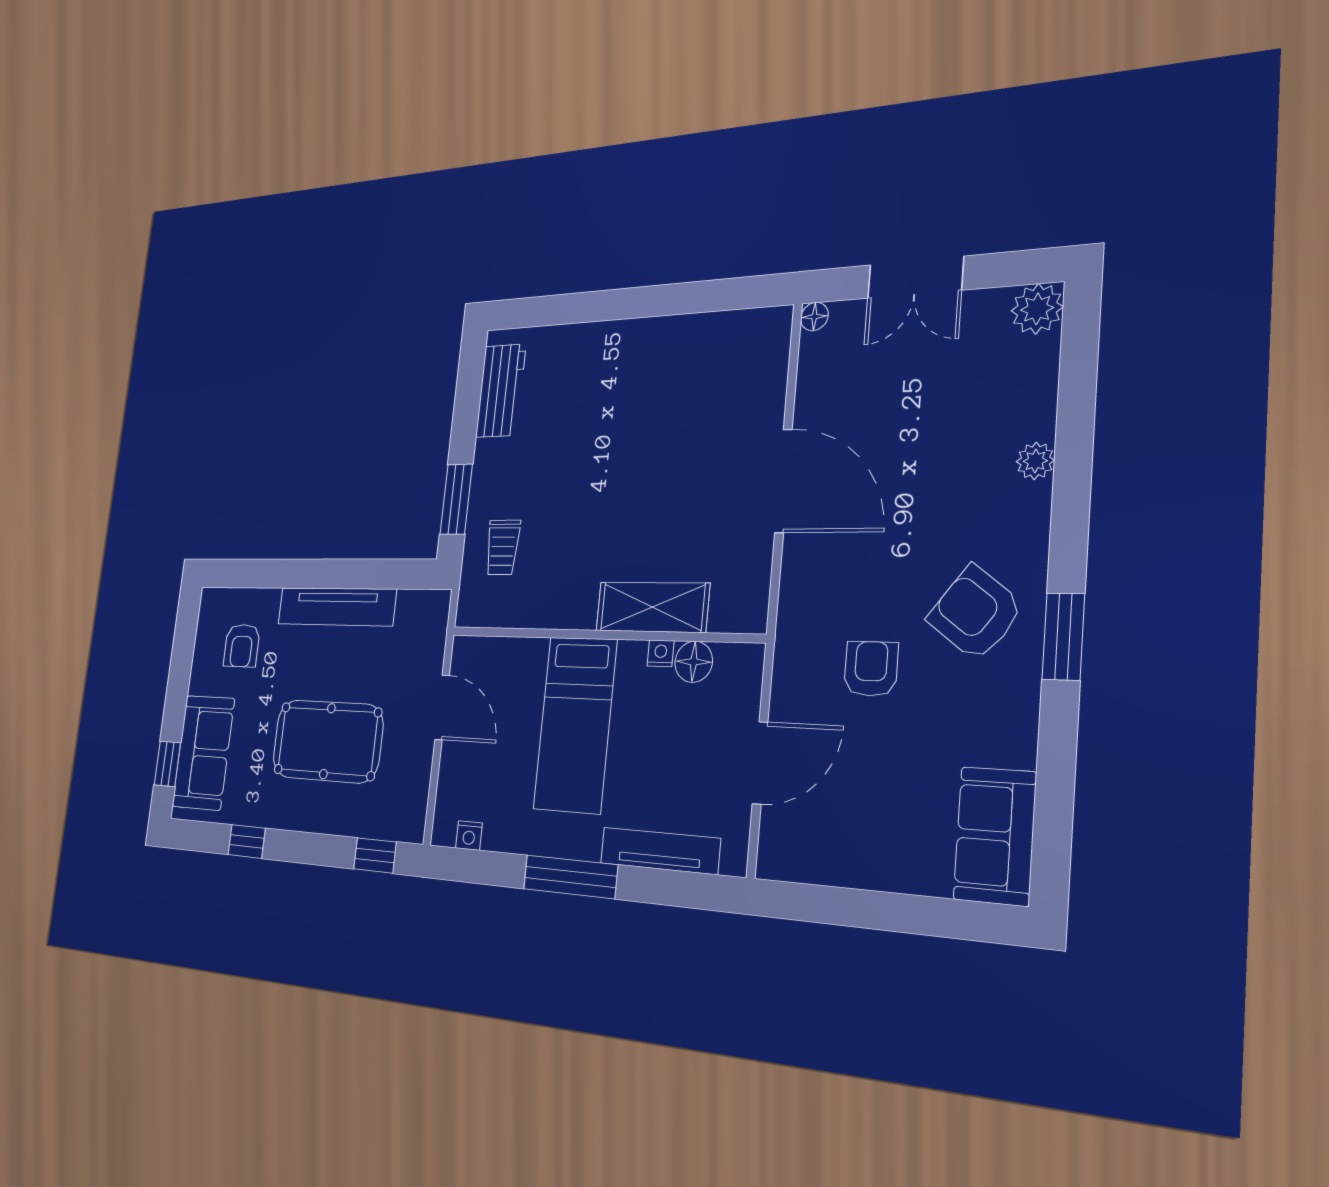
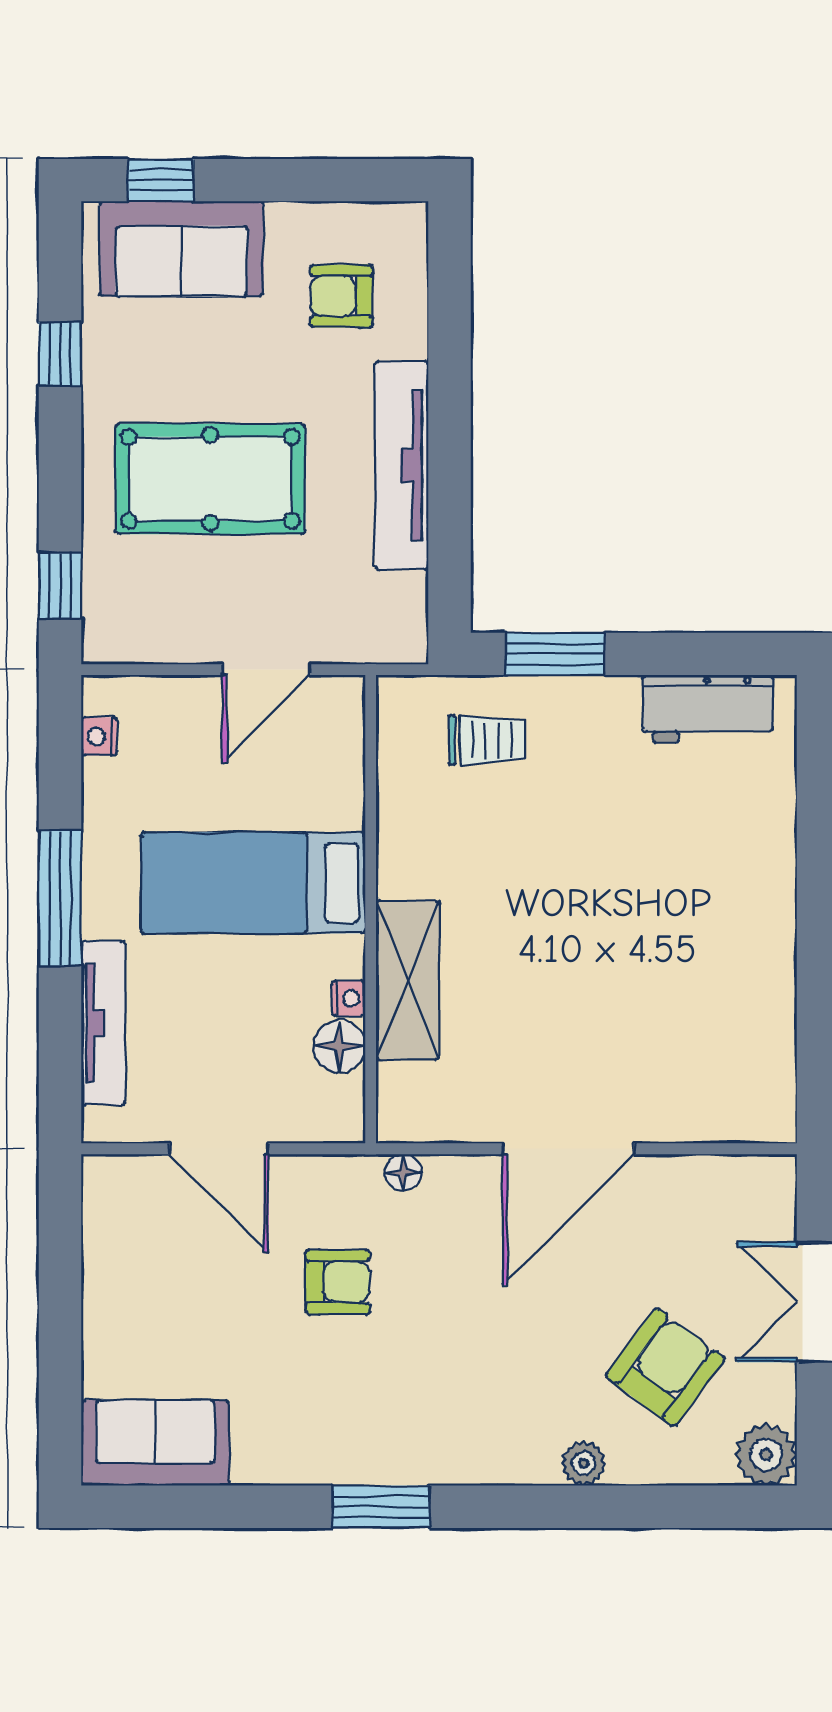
floor lamp: (814, 317) -> (403, 1173), moved
trolley: (503, 547) -> (487, 740), turned 180
armchair: (975, 613) -> (665, 1367), moved
pool table: (327, 741) -> (210, 479), turned 90

